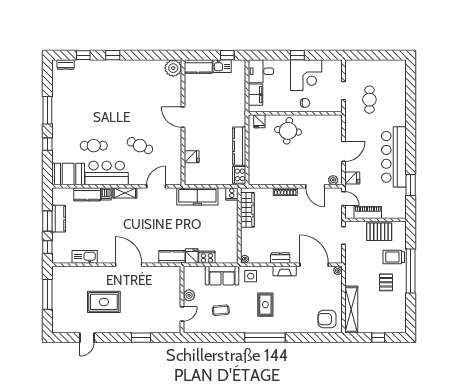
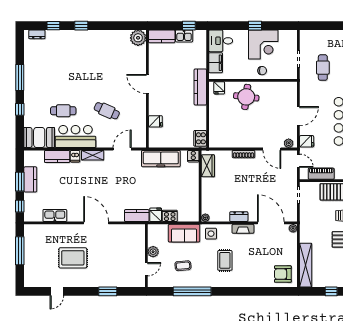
kitchen counter: (239, 146) -> (200, 87), moved
wardrobe: (247, 210) -> (208, 166), width x0.67
window: (265, 338) -> (192, 291), moved

